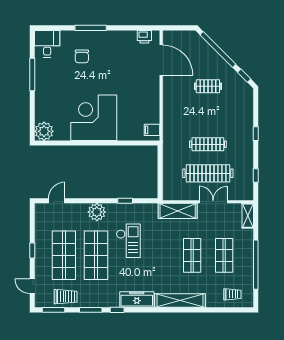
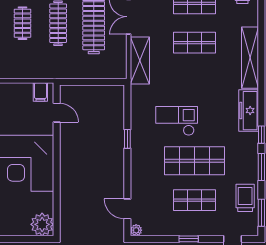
clothes rail: (208, 115) -> (22, 23), added
door: (135, 143) -> (57, 113), added
window: (125, 201) -> (127, 139), moved
plant: (97, 212) -> (136, 230), moved, width x0.53, depth x0.53
shop shelf: (64, 255) -> (194, 200), width x0.70, depth x0.74

